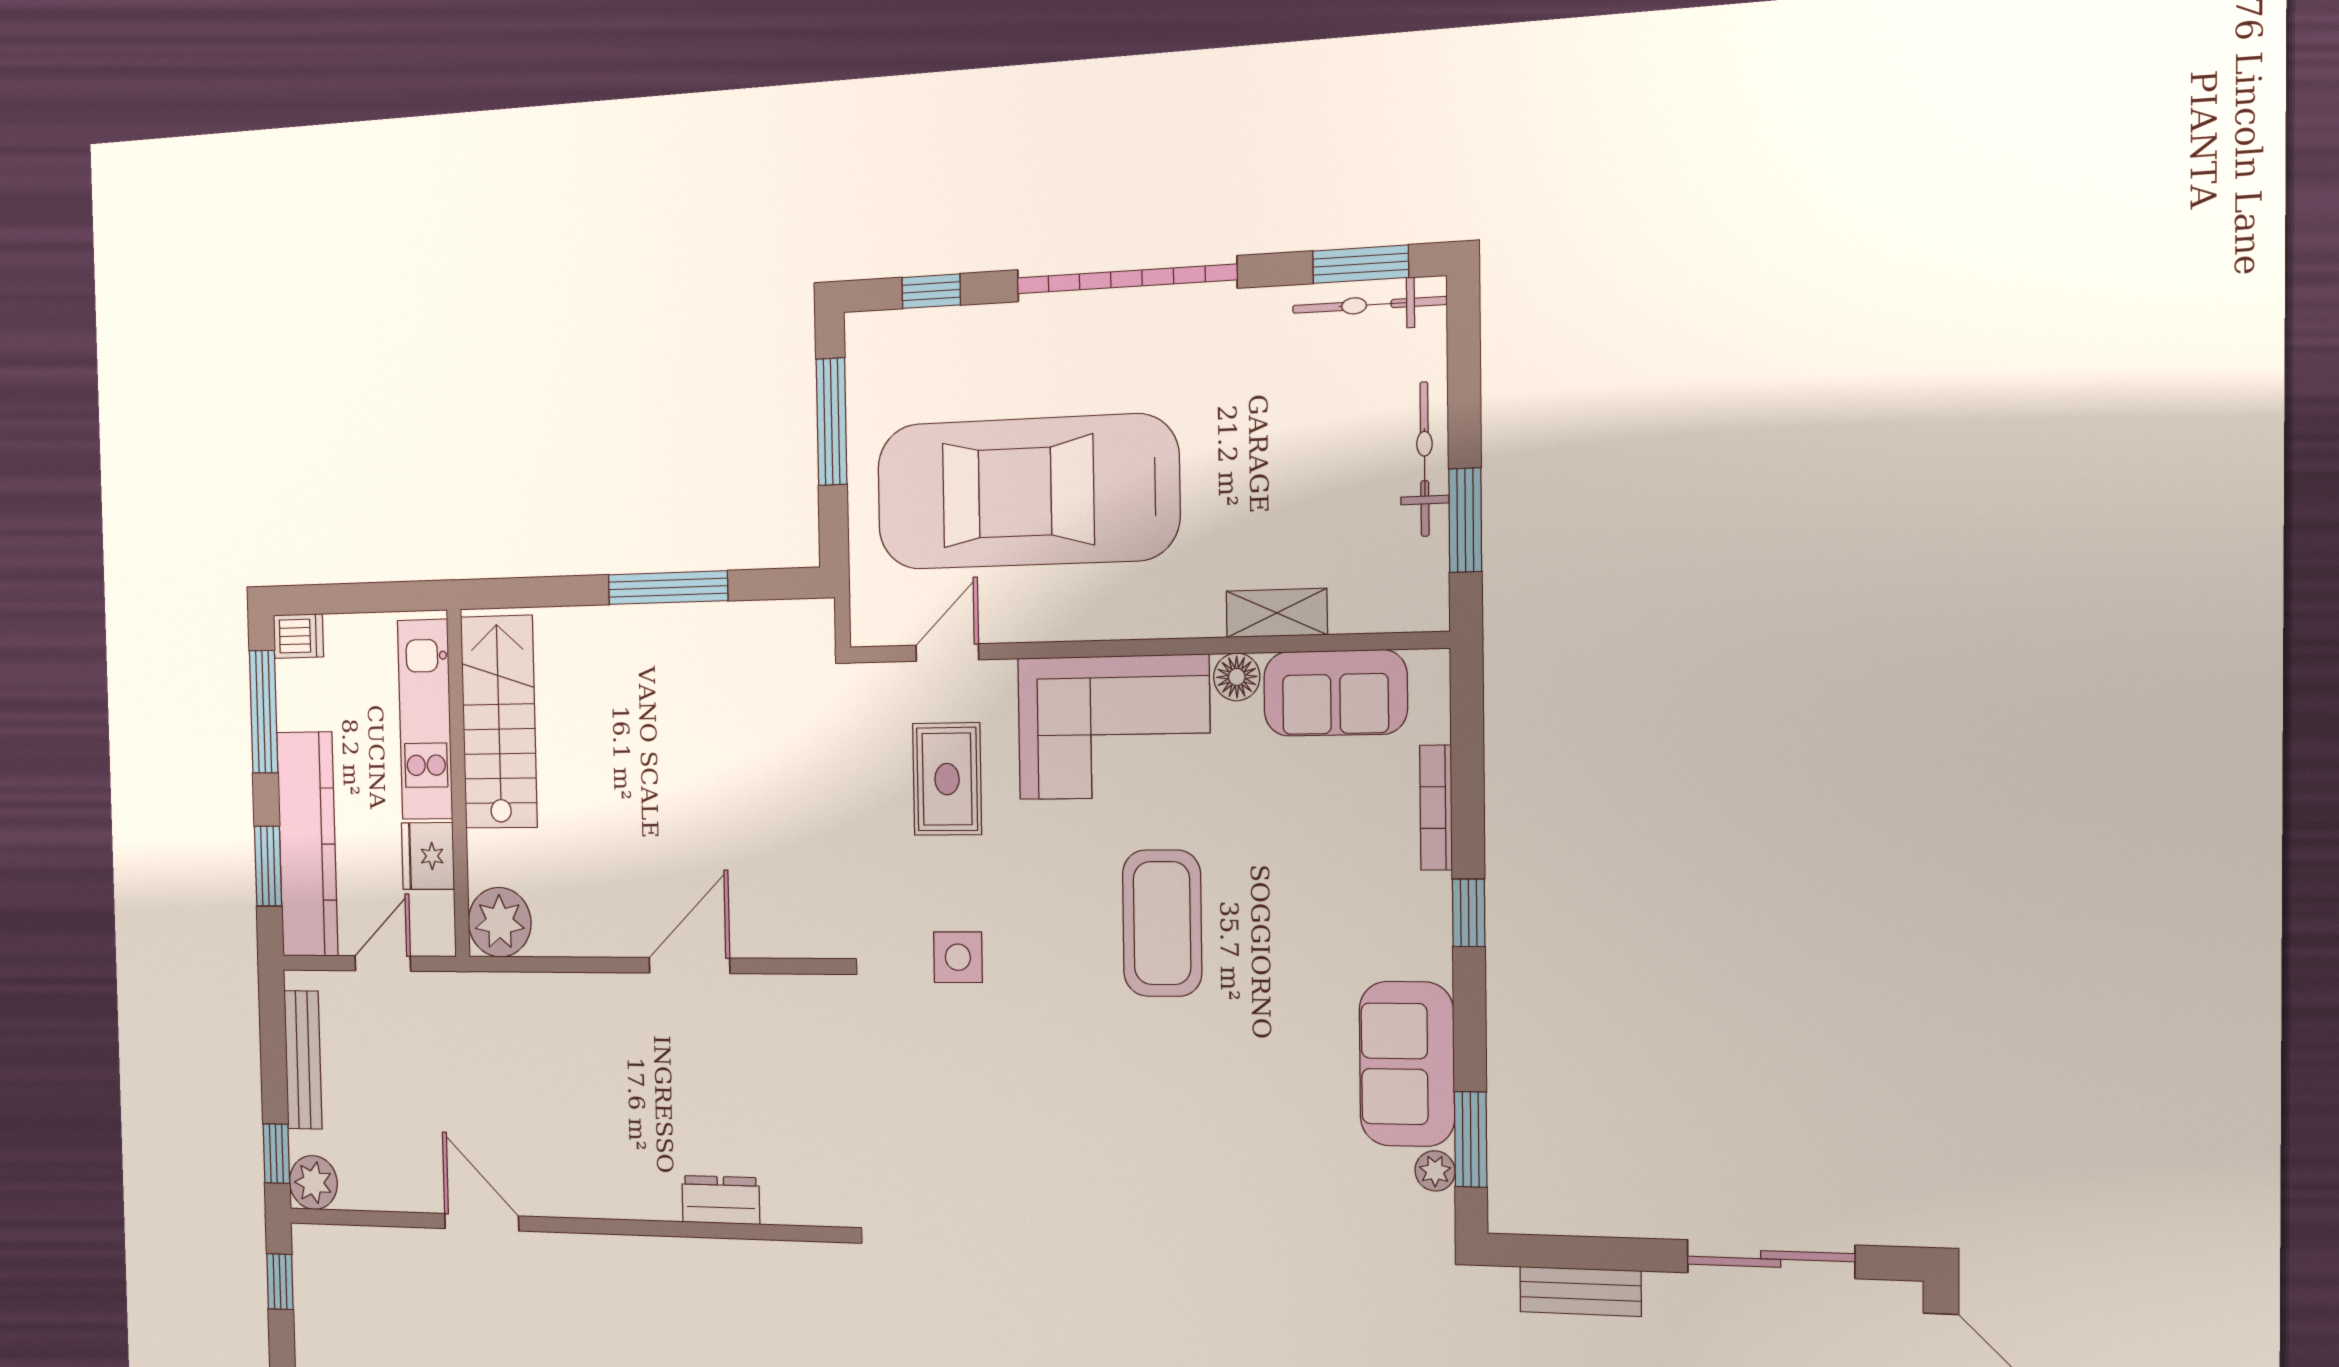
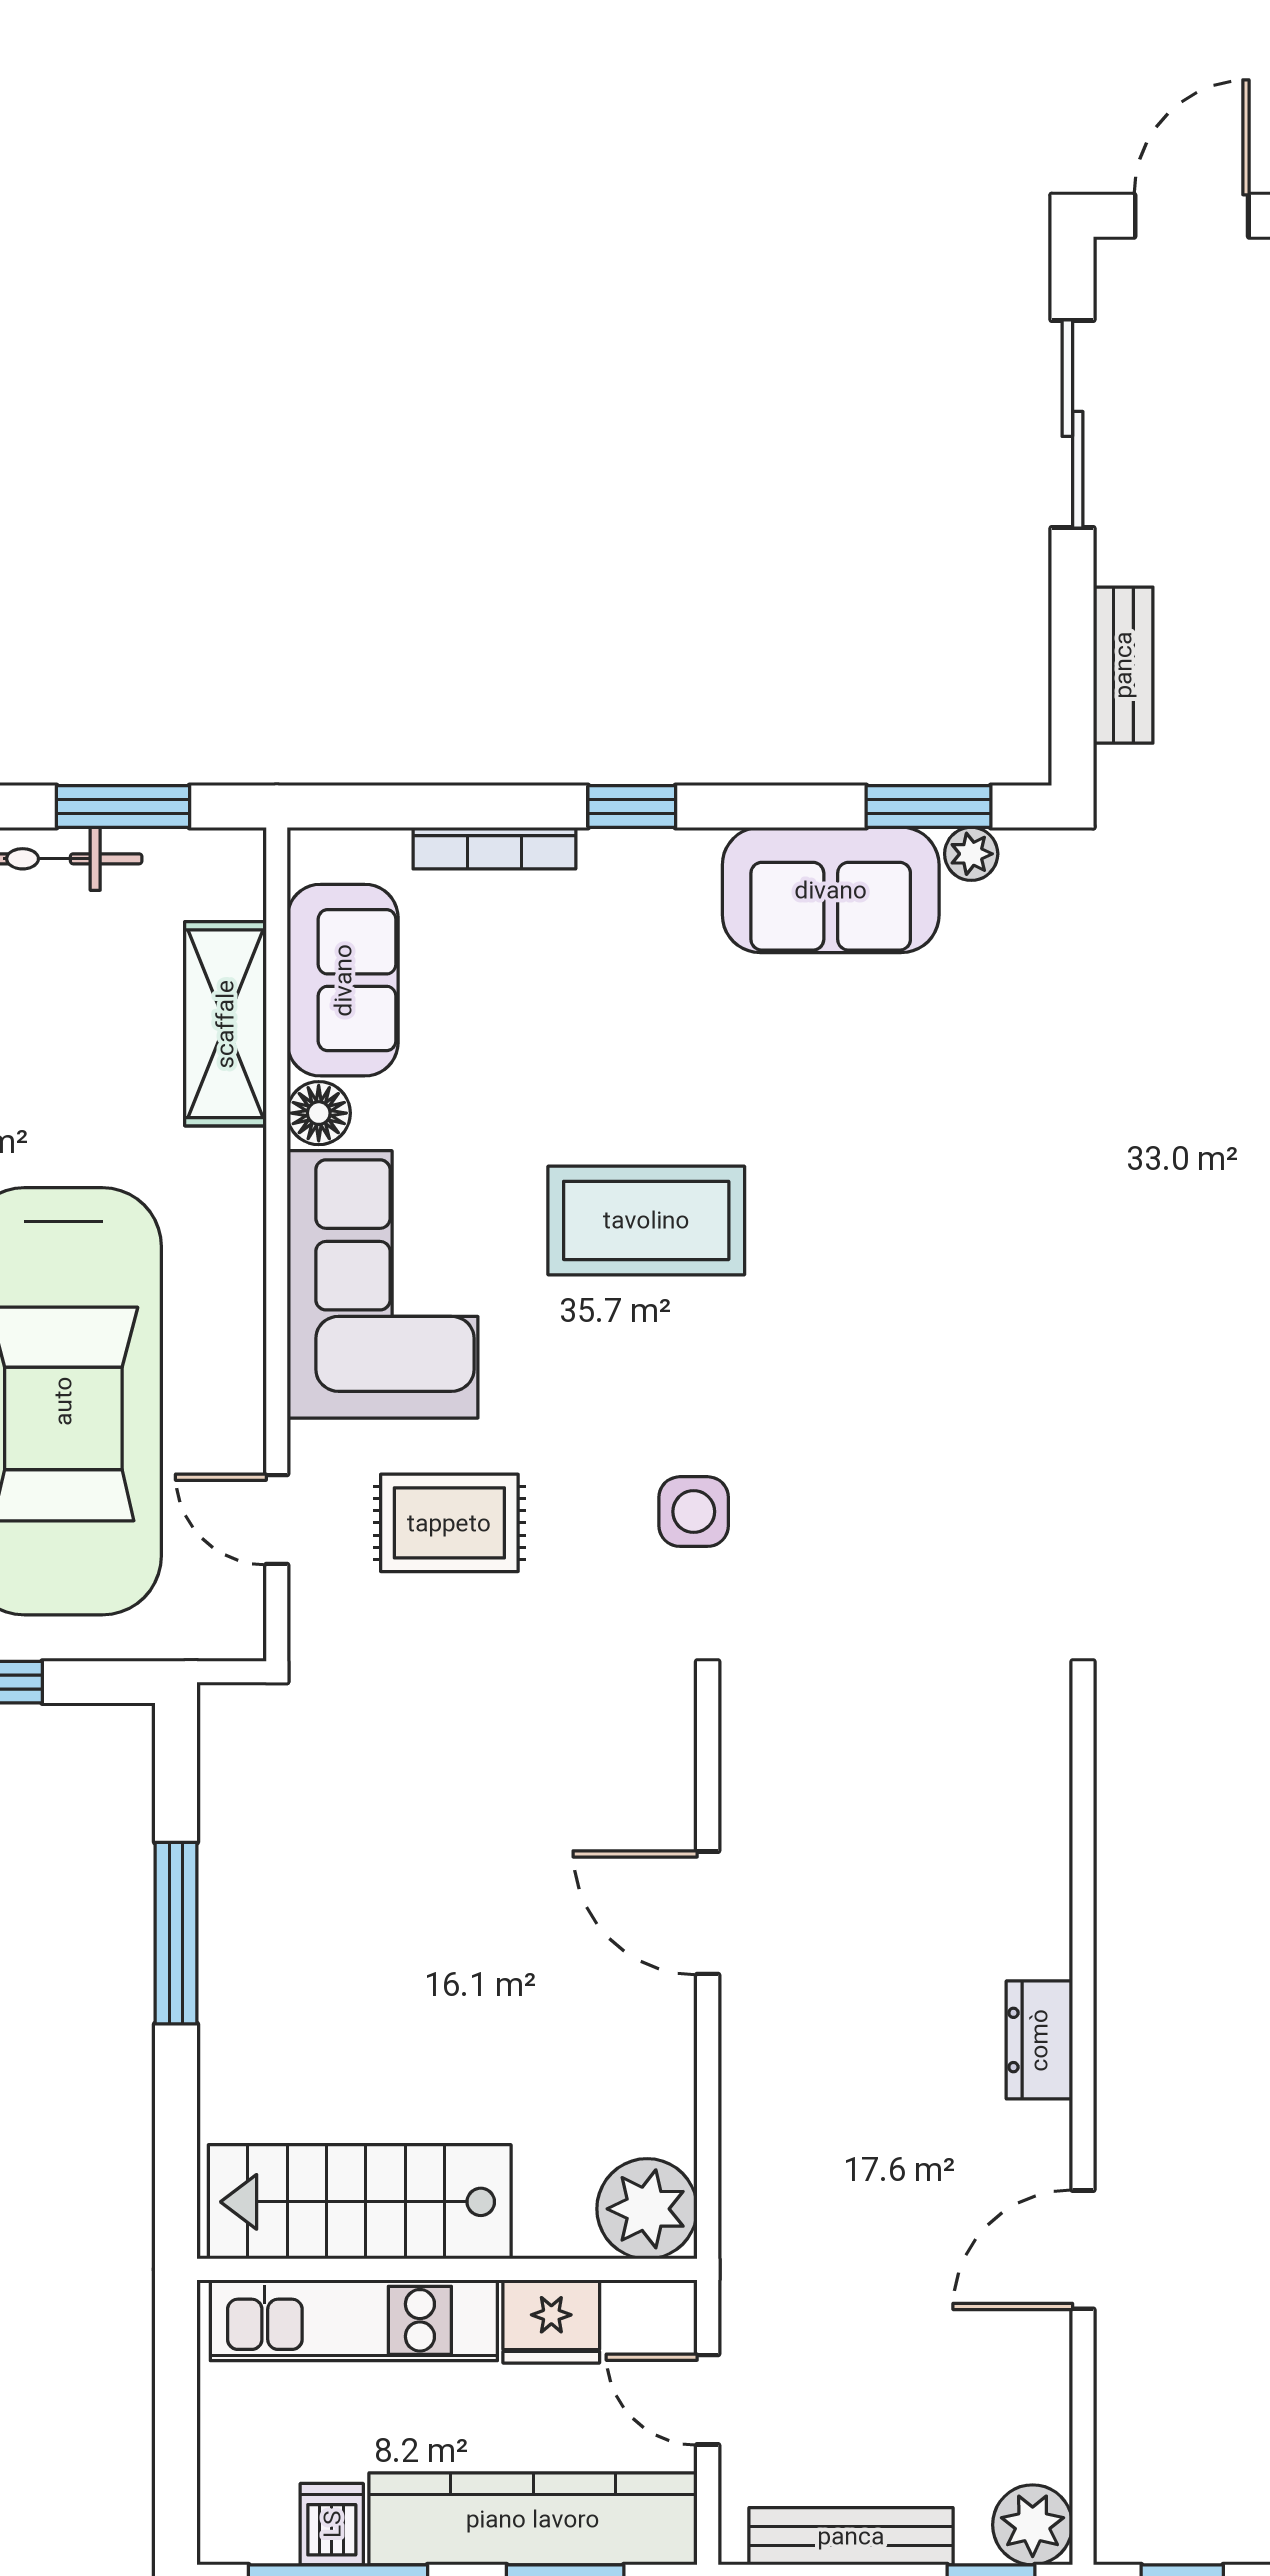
shelving: (1277, 613) -> (225, 1024), width x1.50, depth x1.33
dishwasher: (298, 636) -> (332, 2524), moved
dresser: (721, 1200) -> (1039, 2040), moved

